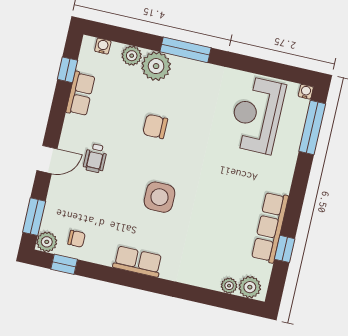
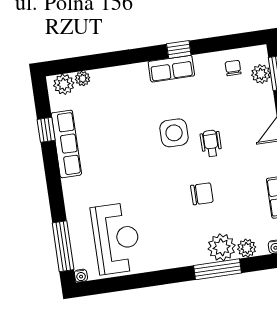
window: (186, 50) -> (218, 269), moved
wheelchair: (95, 158) -> (211, 143), moved
chair: (76, 239) -> (233, 68), turned 90
plant: (47, 242) -> (261, 74), moved
window: (64, 264) -> (179, 50), moved

